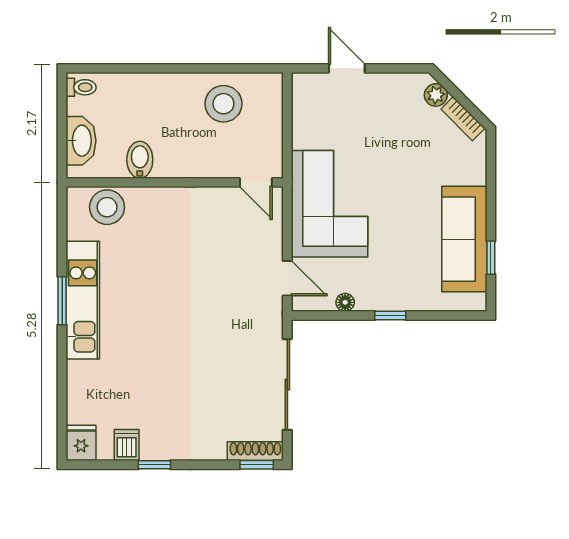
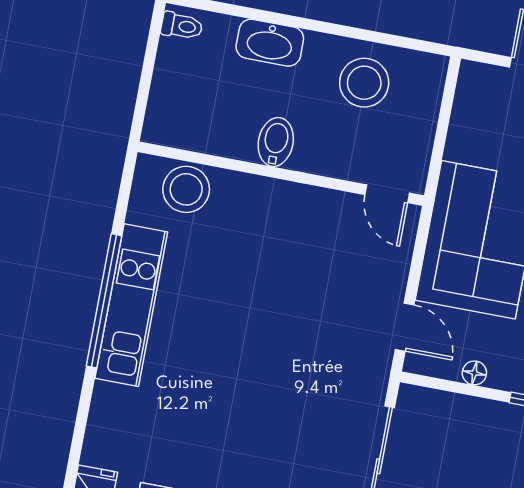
washbasin: (81, 141) -> (270, 43), moved, turned 90
bidet: (140, 160) -> (276, 142), moved
window: (62, 301) -> (104, 301), width x2.11

